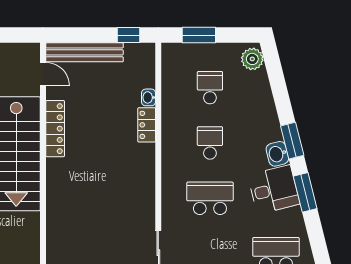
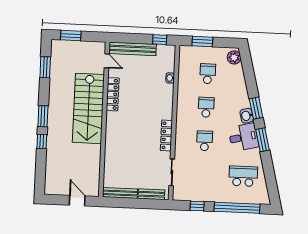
locker: (147, 125) -> (166, 136), moved, width x1.53
school desk: (210, 198) -> (205, 141), width x0.54

